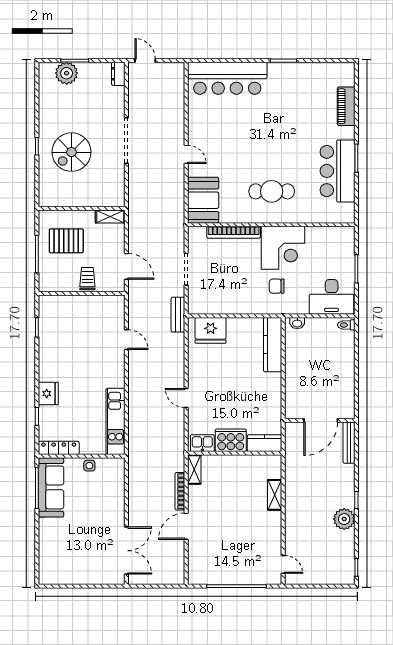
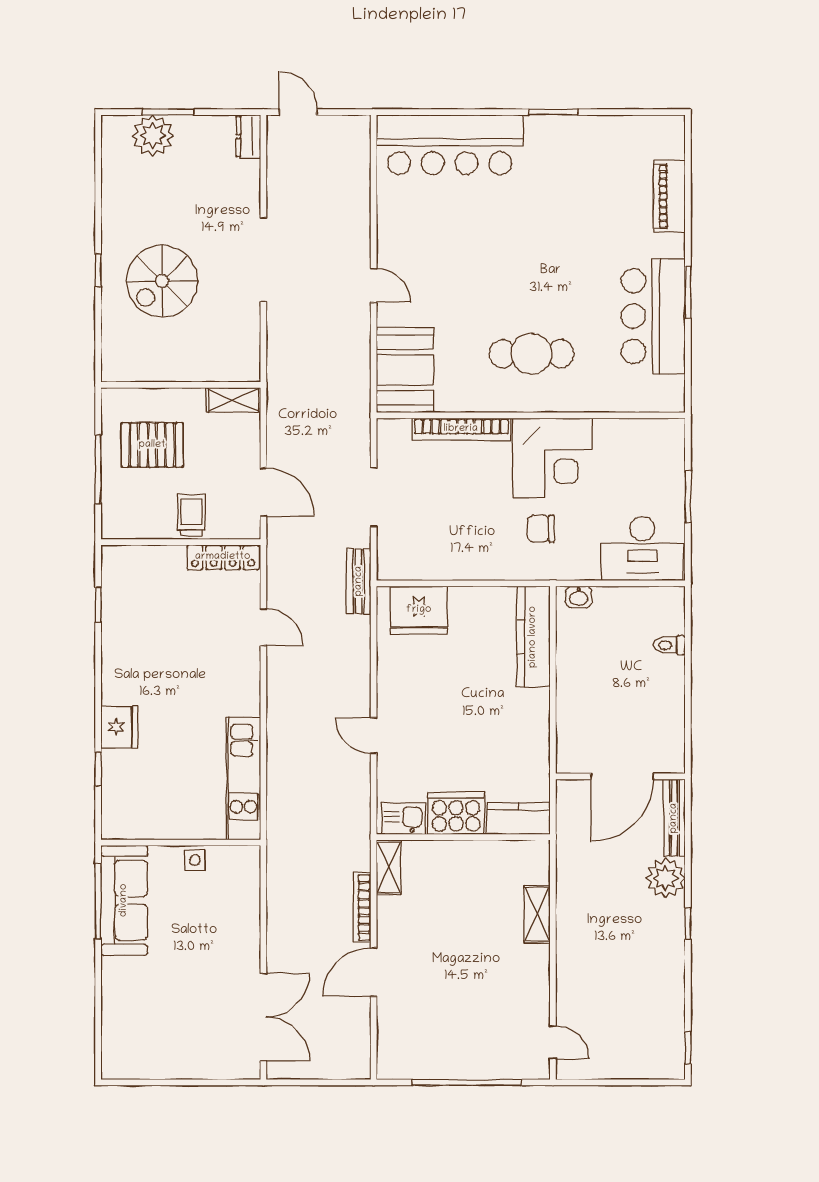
toilet: (346, 325) -> (669, 645), moved
locker: (59, 448) -> (223, 557), moved, turned 180
plant: (344, 519) -> (666, 878), moved

